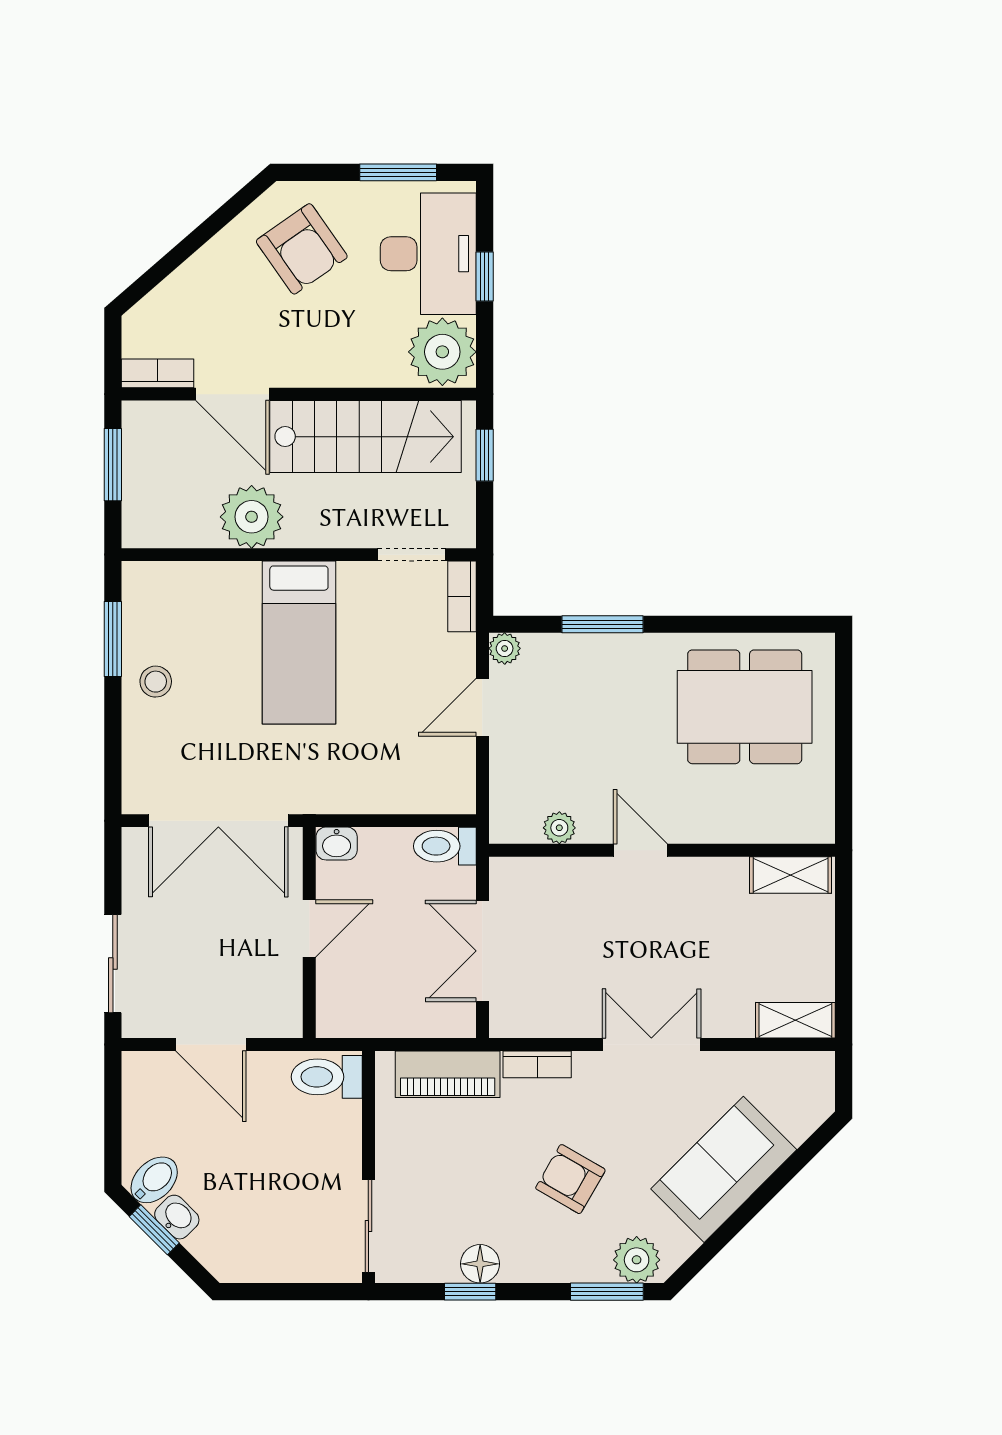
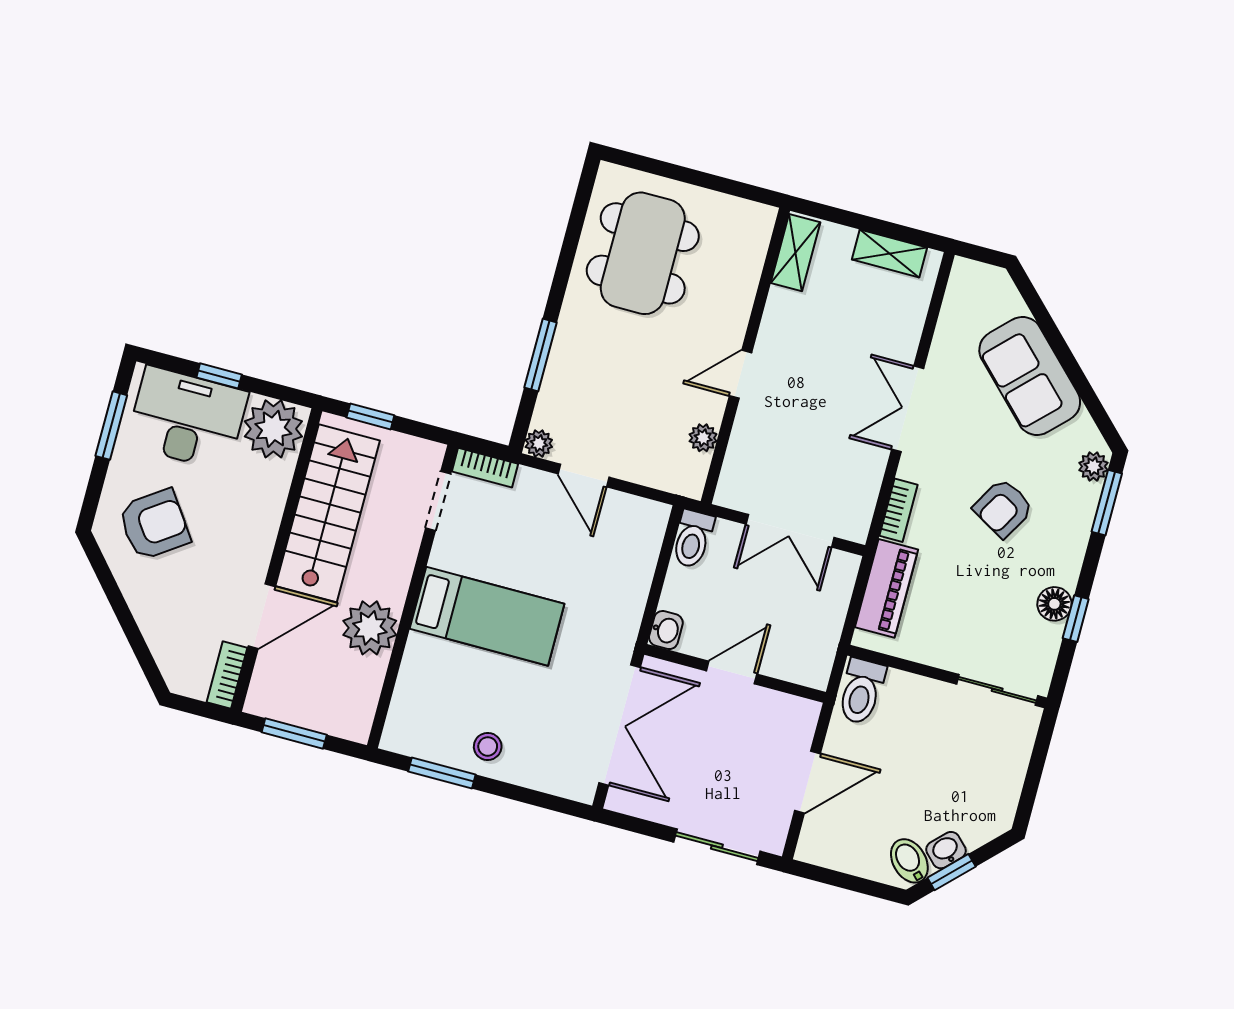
door: (309, 929) -> (732, 672), hinge flipped
shelving: (795, 1020) -> (889, 254), moved, turned 90
plant: (637, 1260) -> (1093, 466), width x0.73, depth x0.73

